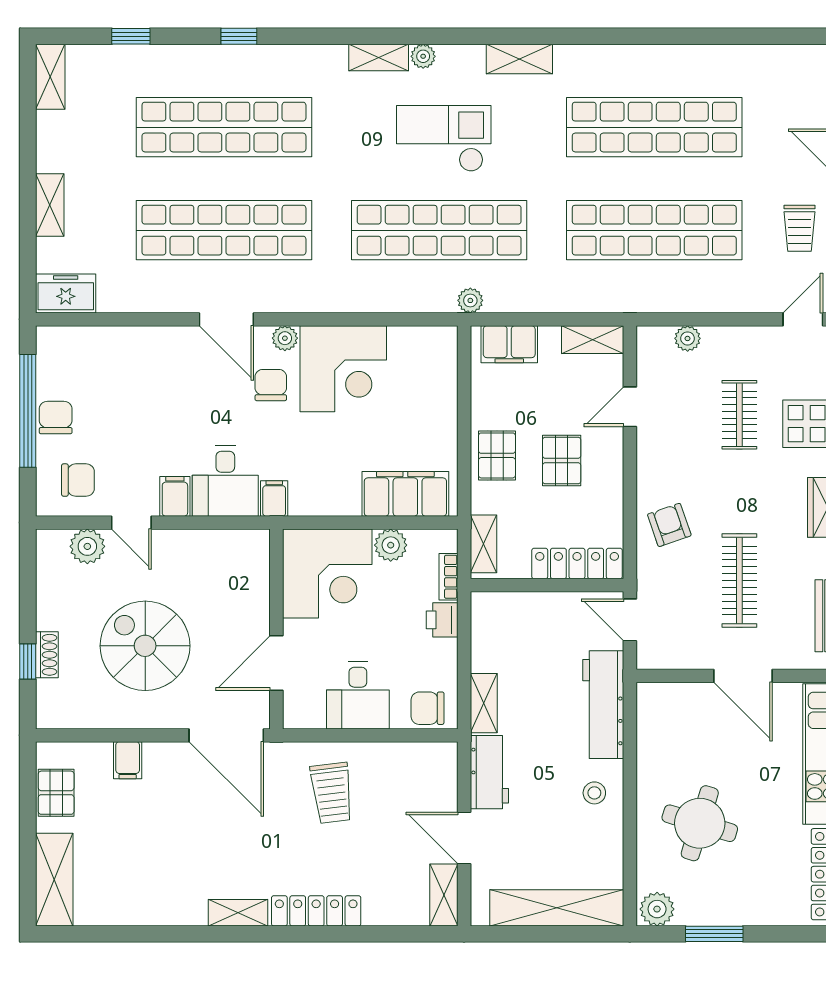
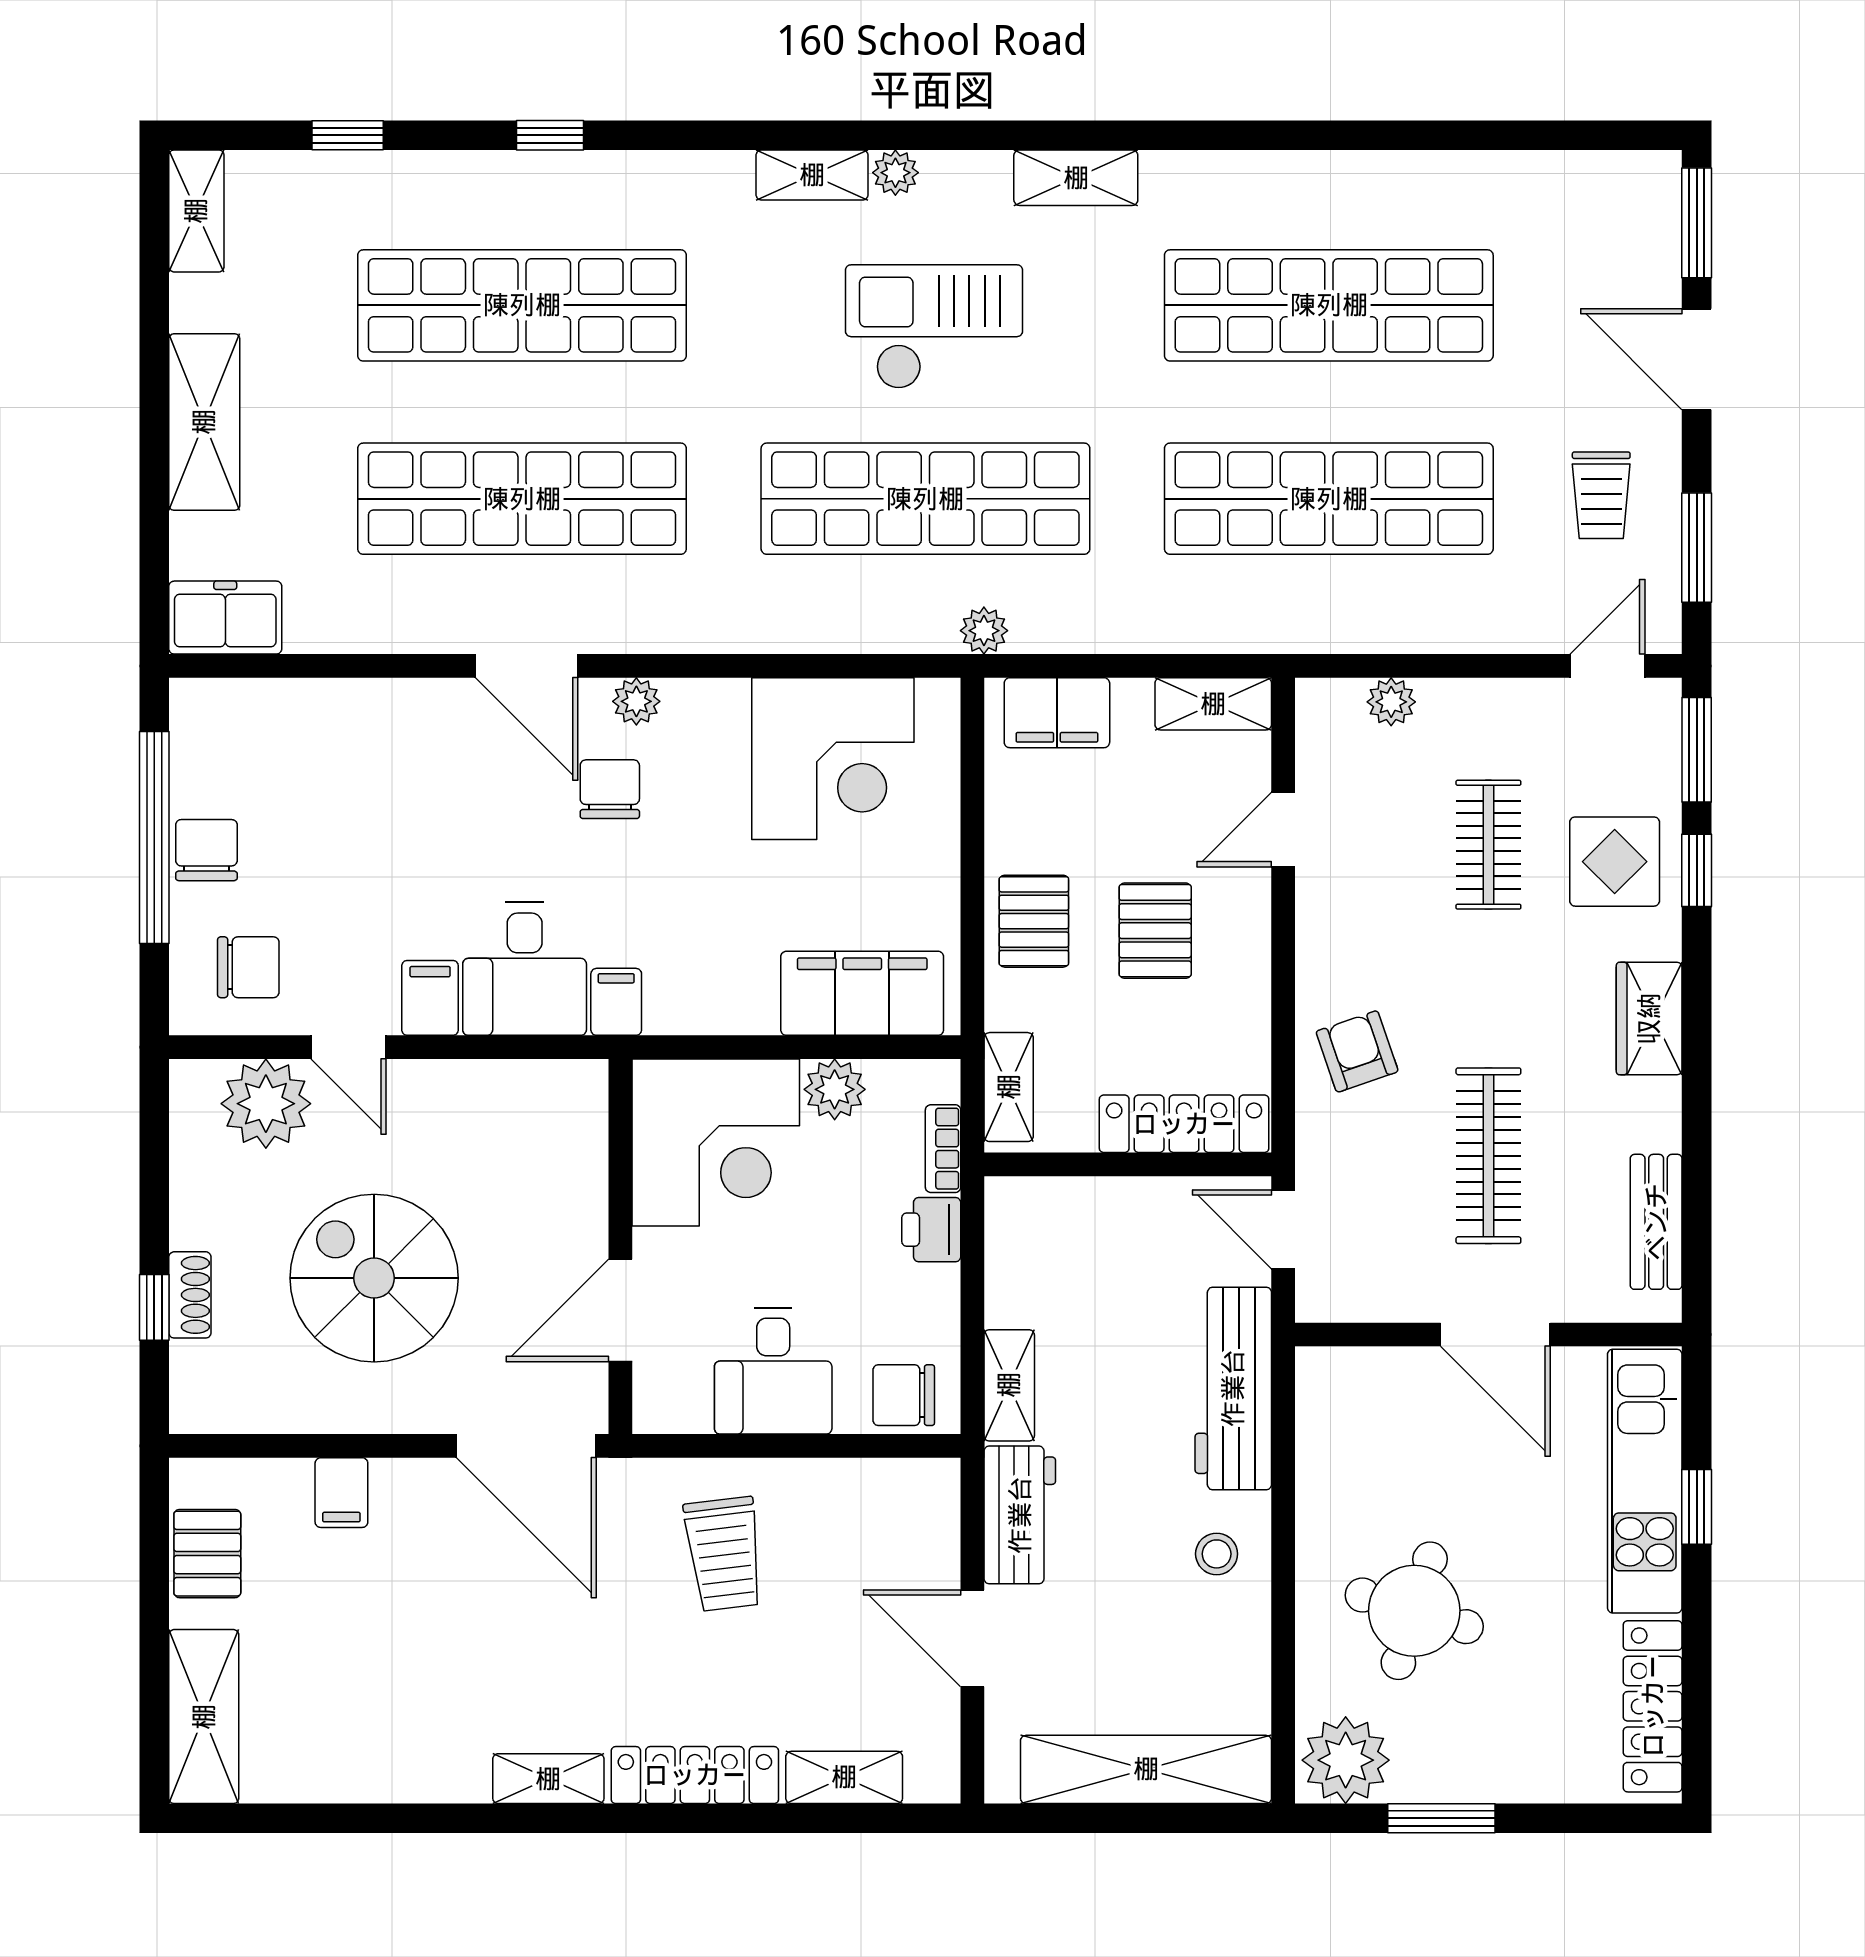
shelving: (50, 205) -> (204, 422), width x1.50, depth x1.33
corner desk: (343, 369) -> (833, 759), moved
plant: (87, 546) -> (266, 1104), width x1.36, depth x1.36
shelving: (444, 895) -> (844, 1777), moved, turned 90
plant: (657, 909) -> (1346, 1760), width x1.36, depth x1.36

